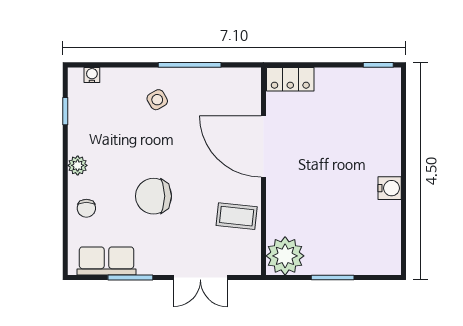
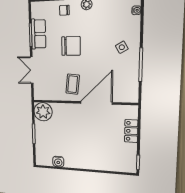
locker: (290, 79) -> (131, 131), moved
water cooler: (390, 188) -> (58, 162), moved
chair: (153, 196) -> (71, 46), turned 90
coffee table: (237, 216) -> (73, 84), moved
row of seats: (107, 261) -> (39, 34), moved

